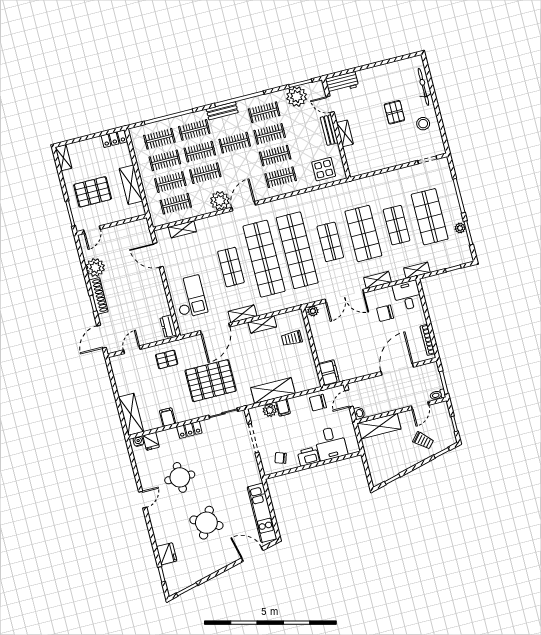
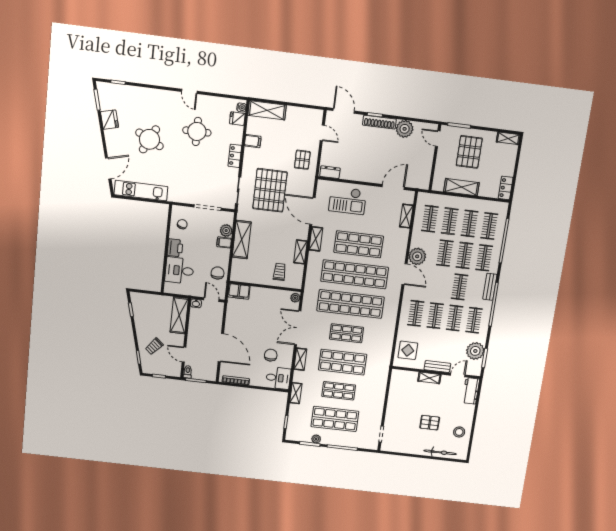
stool: (423, 124) -> (459, 432), moved
shop shelf: (231, 267) -> (359, 244), width x1.43, depth x1.36
fridge: (167, 554) -> (110, 120), moved, turned -104

